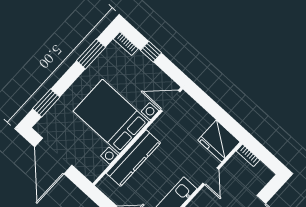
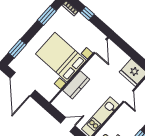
door: (170, 101) -> (100, 46), swing flipped
kitchen counter: (133, 158) -> (76, 85), width x0.67

